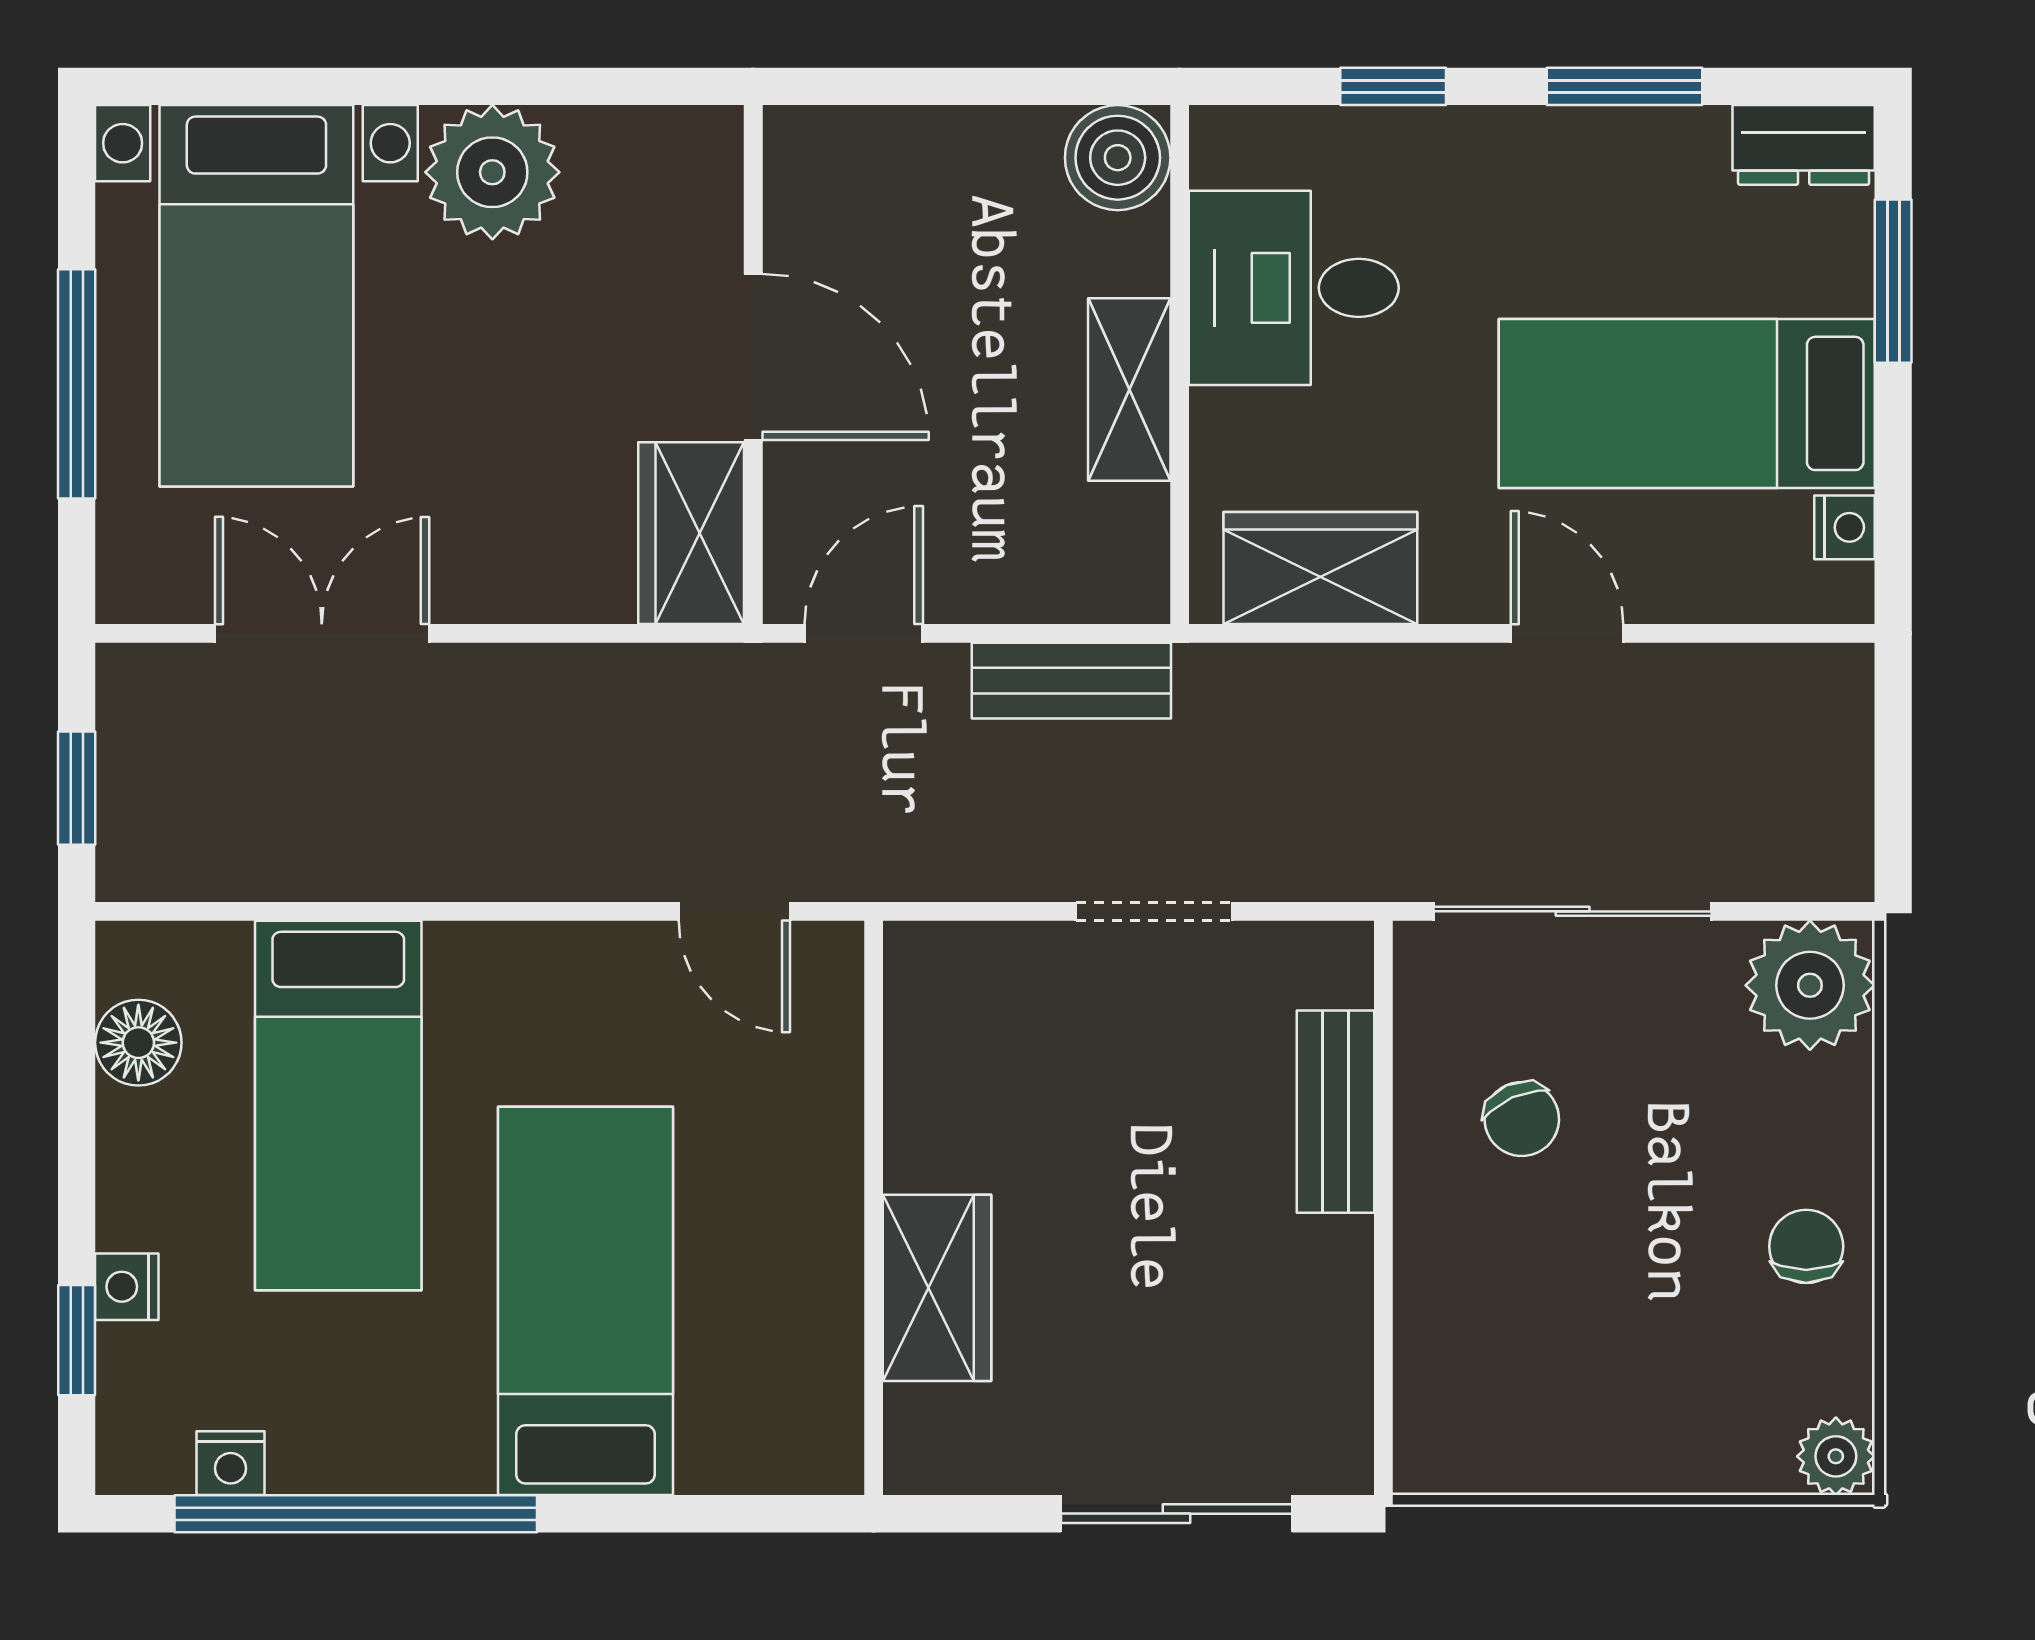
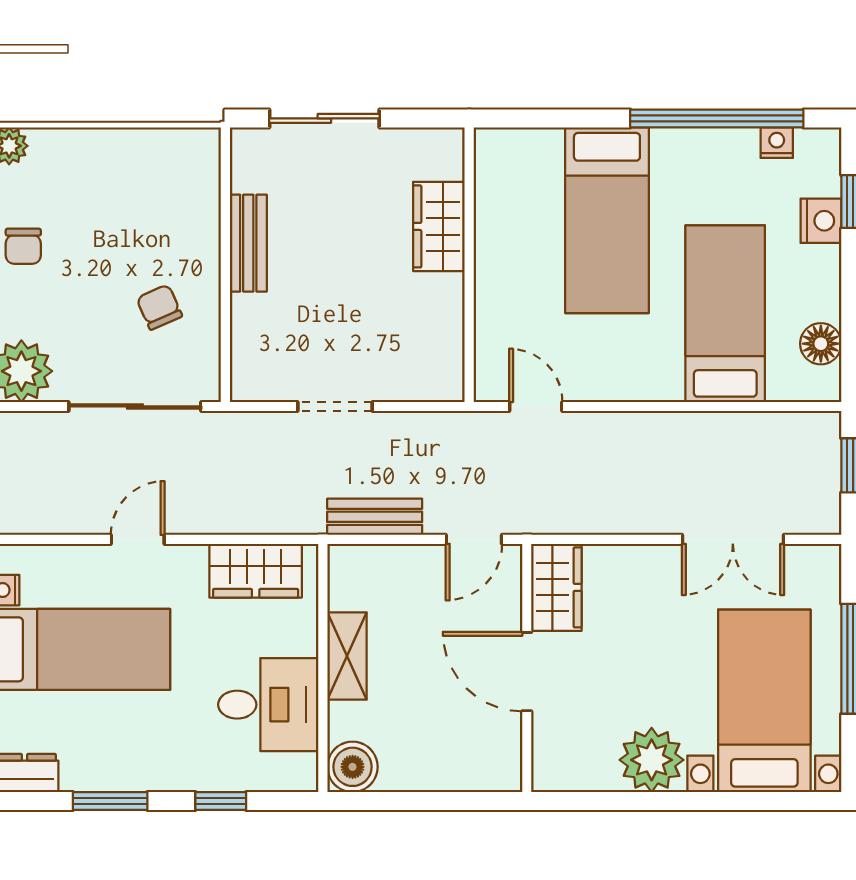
door: (1567, 633) -> (138, 539), swing flipped
bench: (1336, 1112) -> (248, 243), moved
nightstand: (127, 1287) -> (821, 221), width x1.39, depth x1.35

